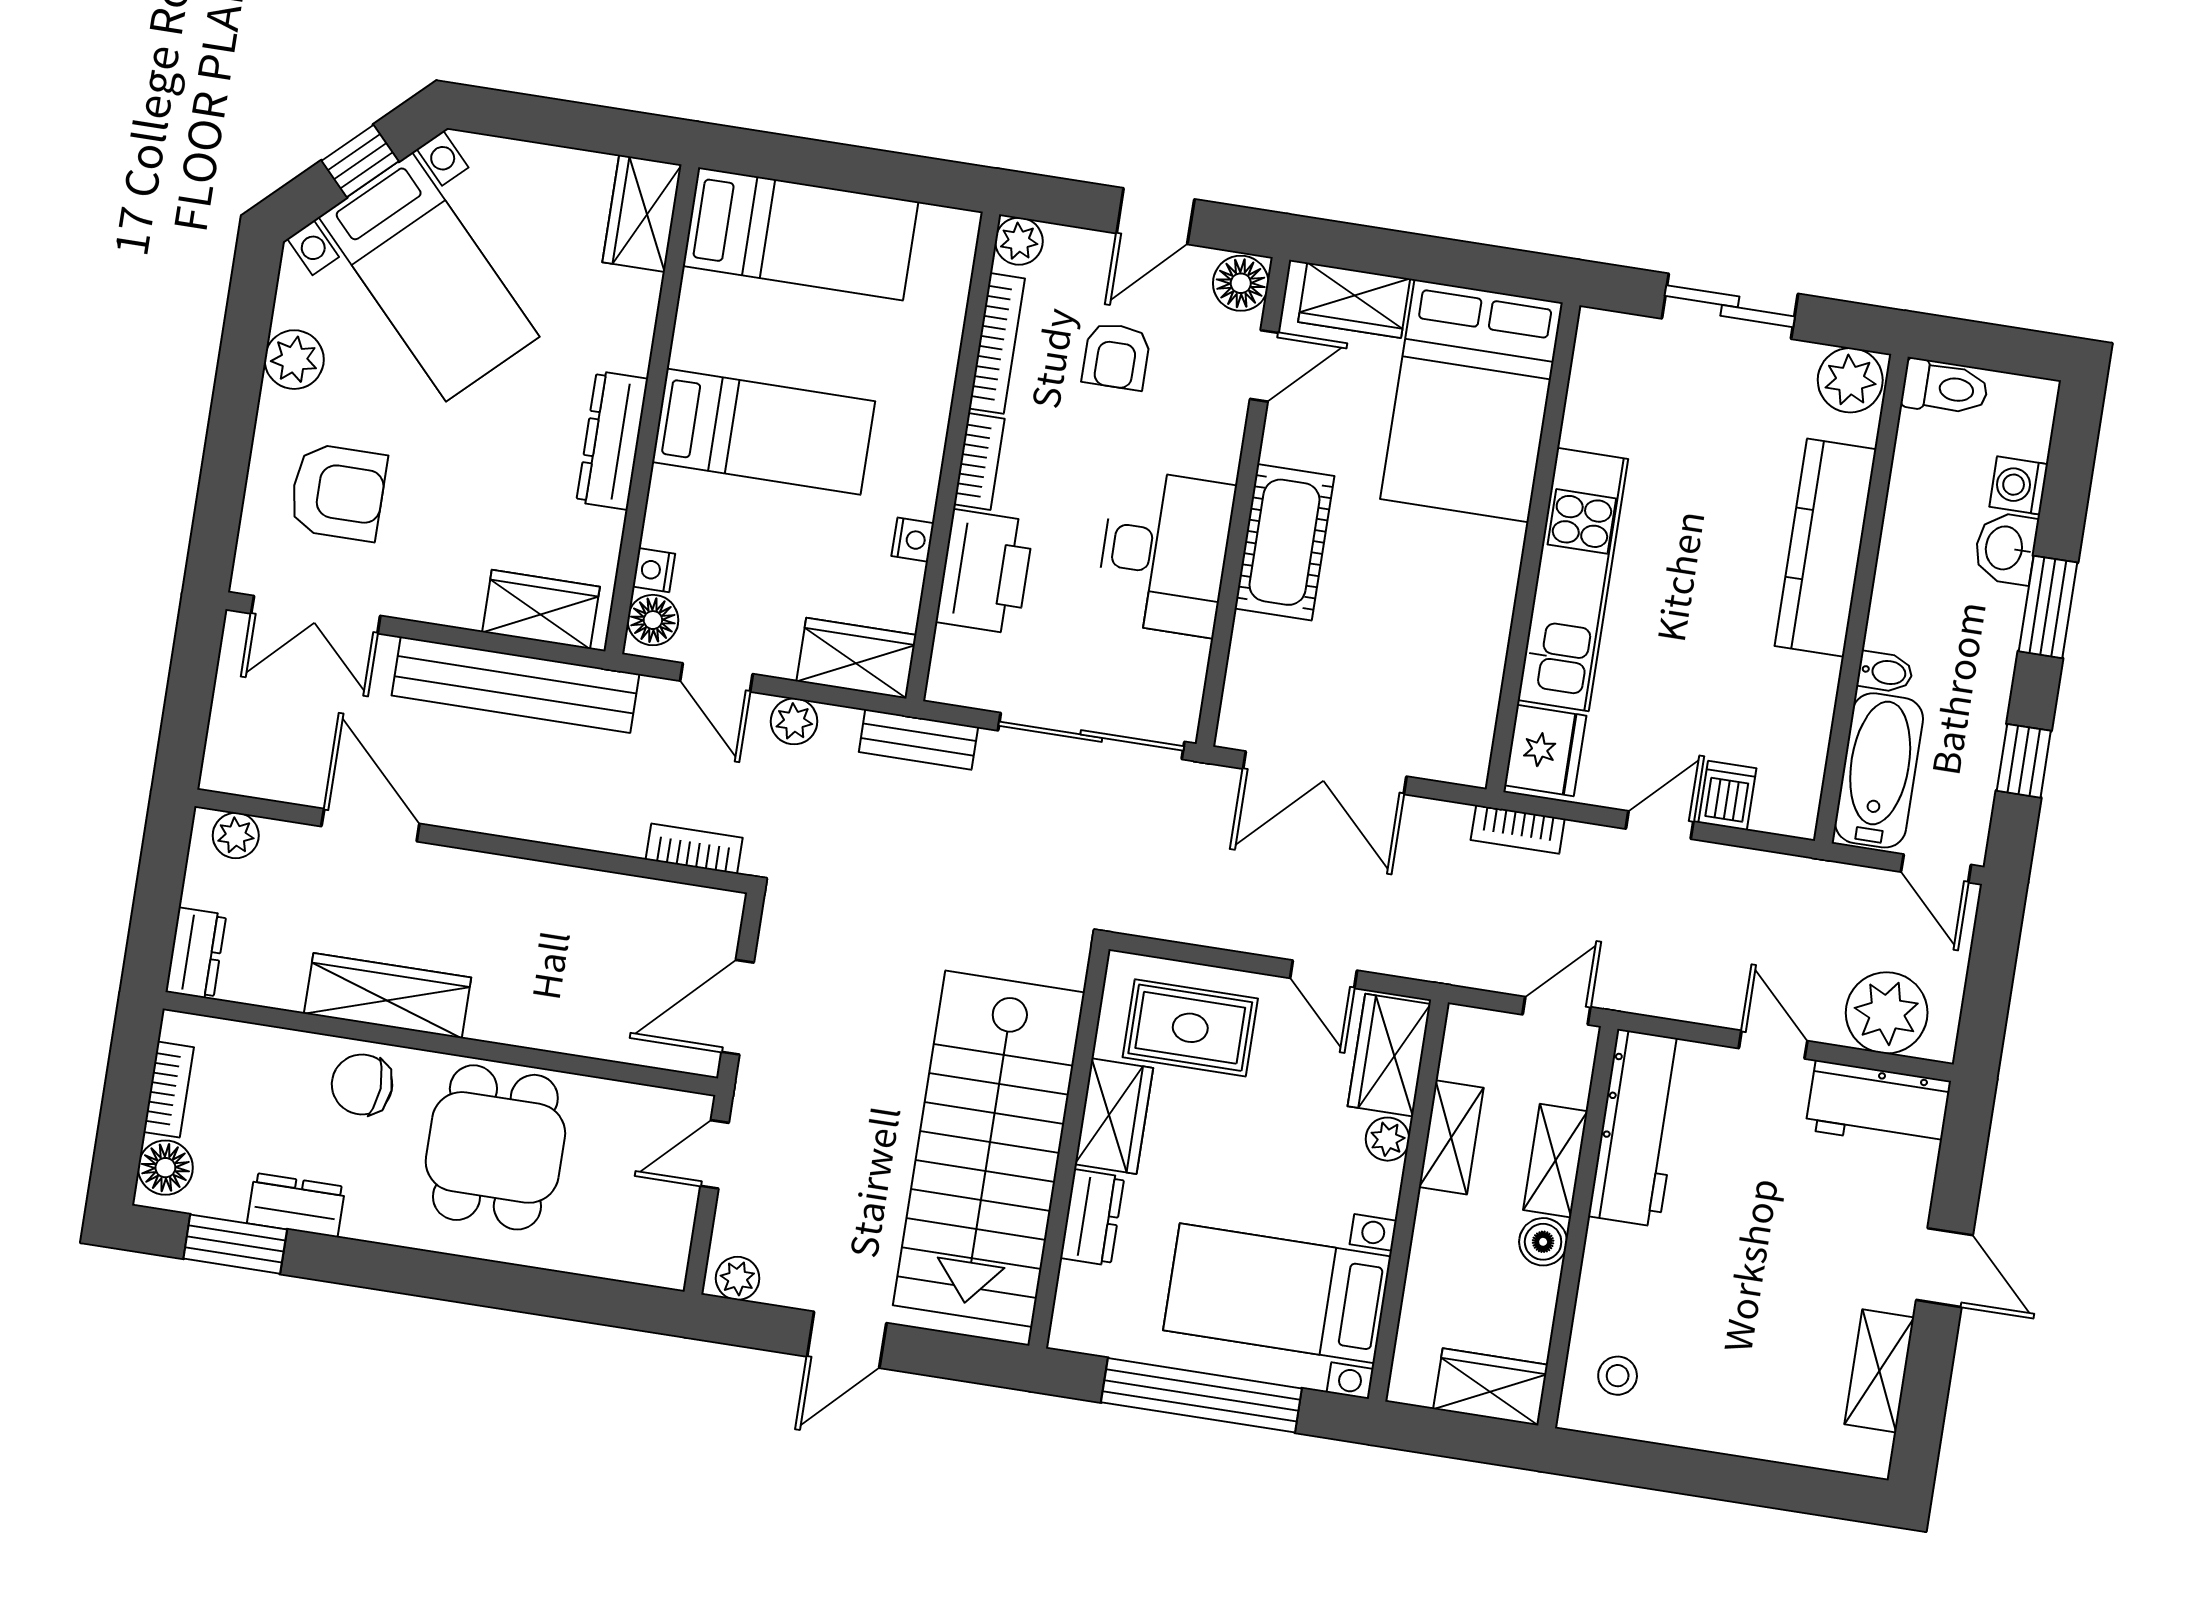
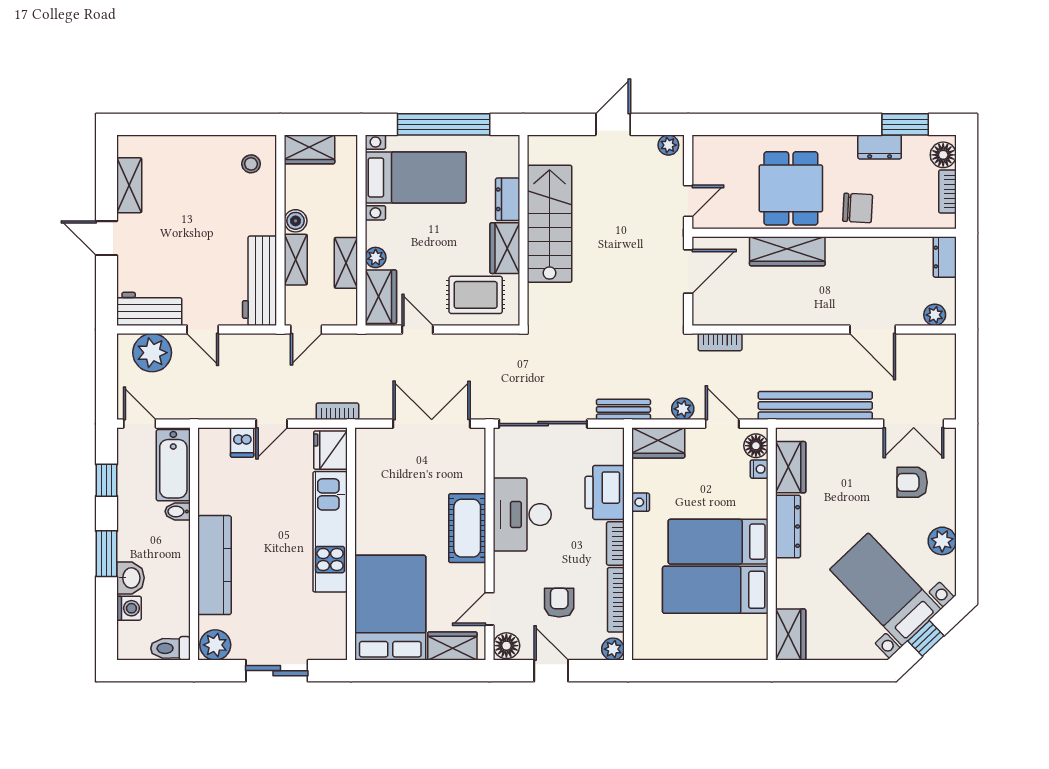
door: (1155, 216) -> (551, 671), hinge flipped
bed: (801, 234) -> (715, 590), moved
armchair: (338, 492) -> (912, 482), width x0.72, depth x0.72
wardrobe: (541, 609) -> (791, 467), moved, turned -90
double door: (316, 615) -> (914, 424), swing flipped
wardrobe: (388, 996) -> (787, 251), moved
stairs: (989, 1149) -> (550, 224), width x0.73, depth x0.66

